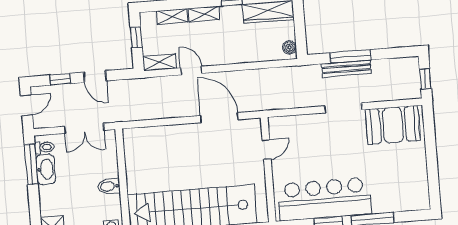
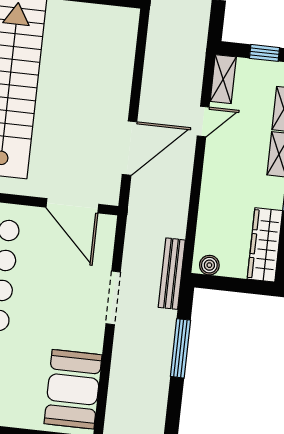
bench: (346, 69) -> (172, 274), moved
doorway: (343, 108) -> (113, 298), moved
door: (267, 150) -> (72, 206), width x1.88

